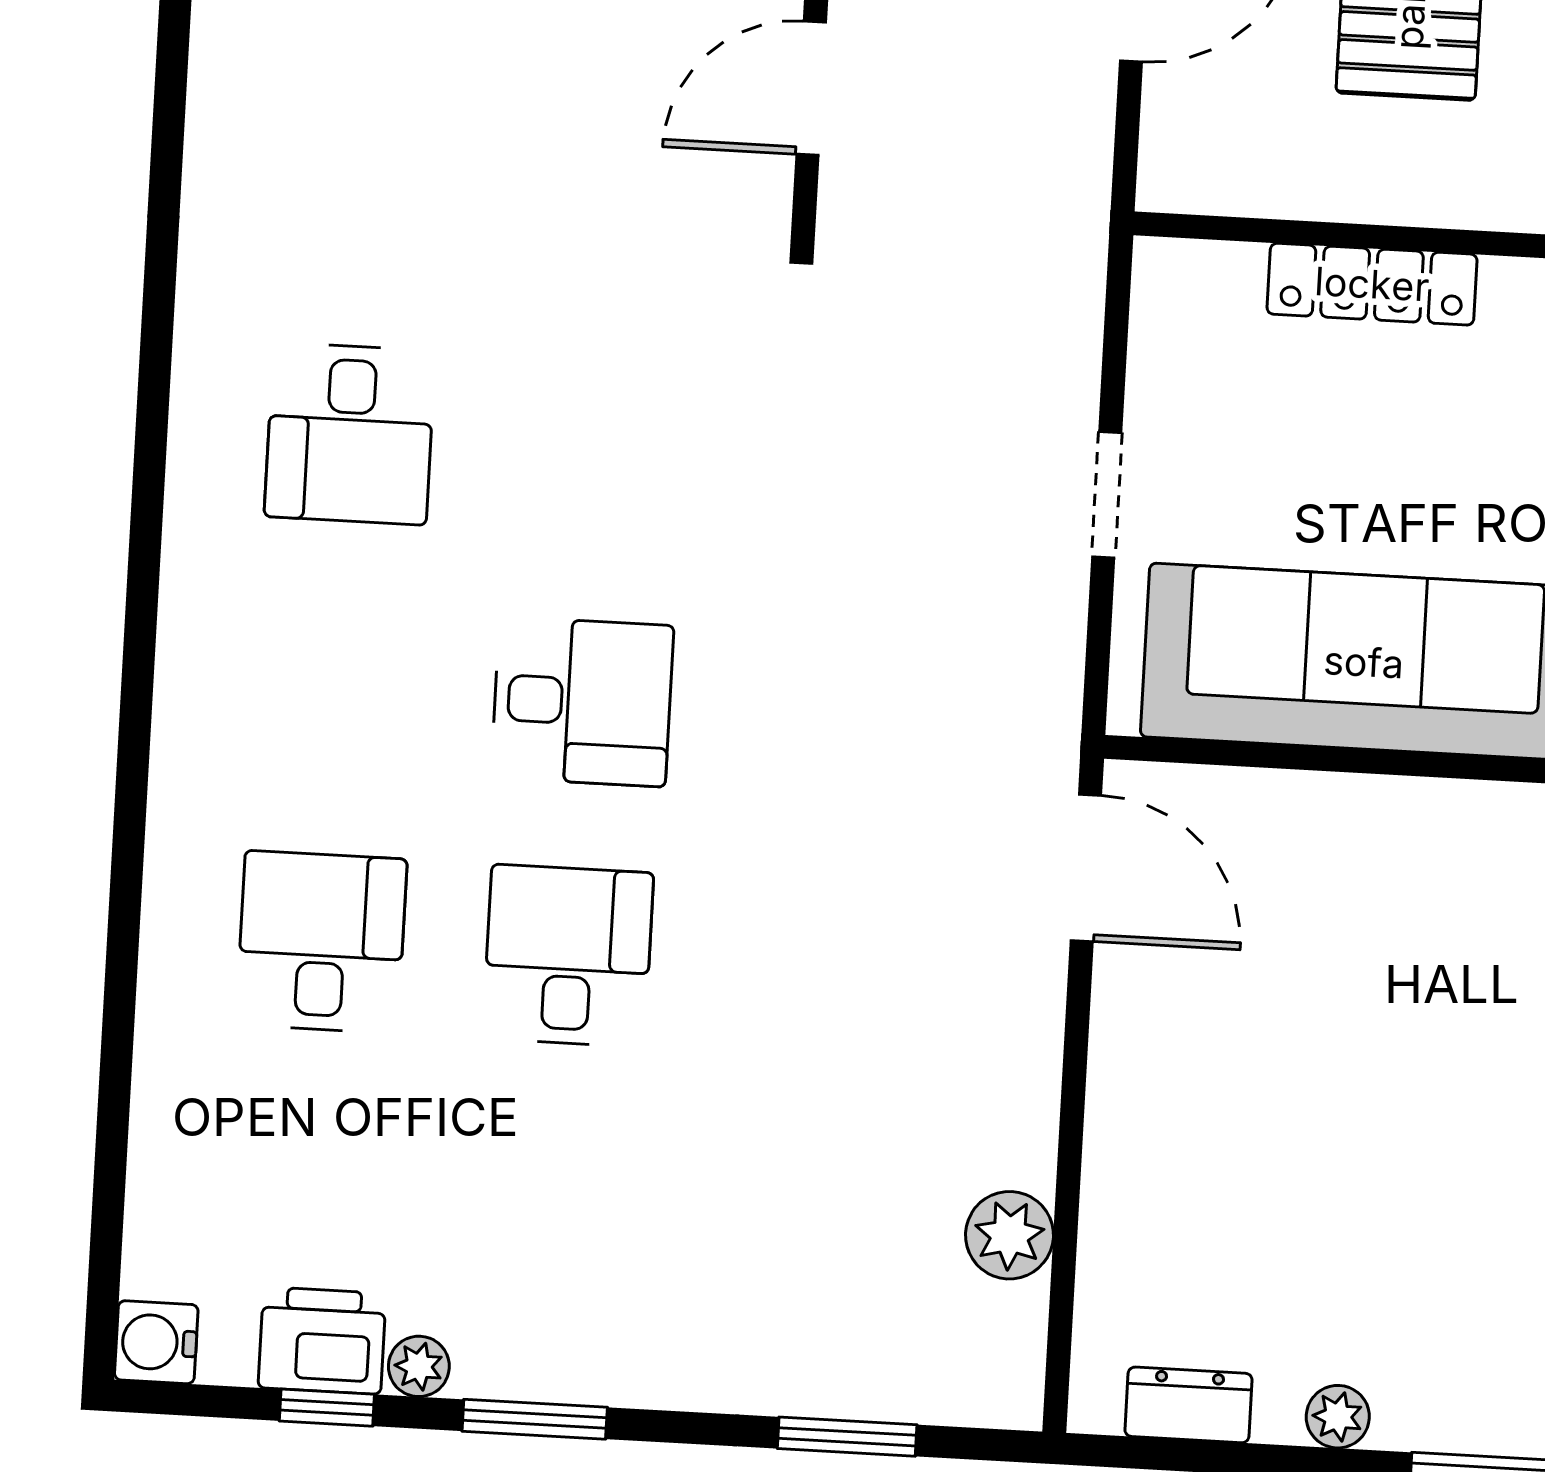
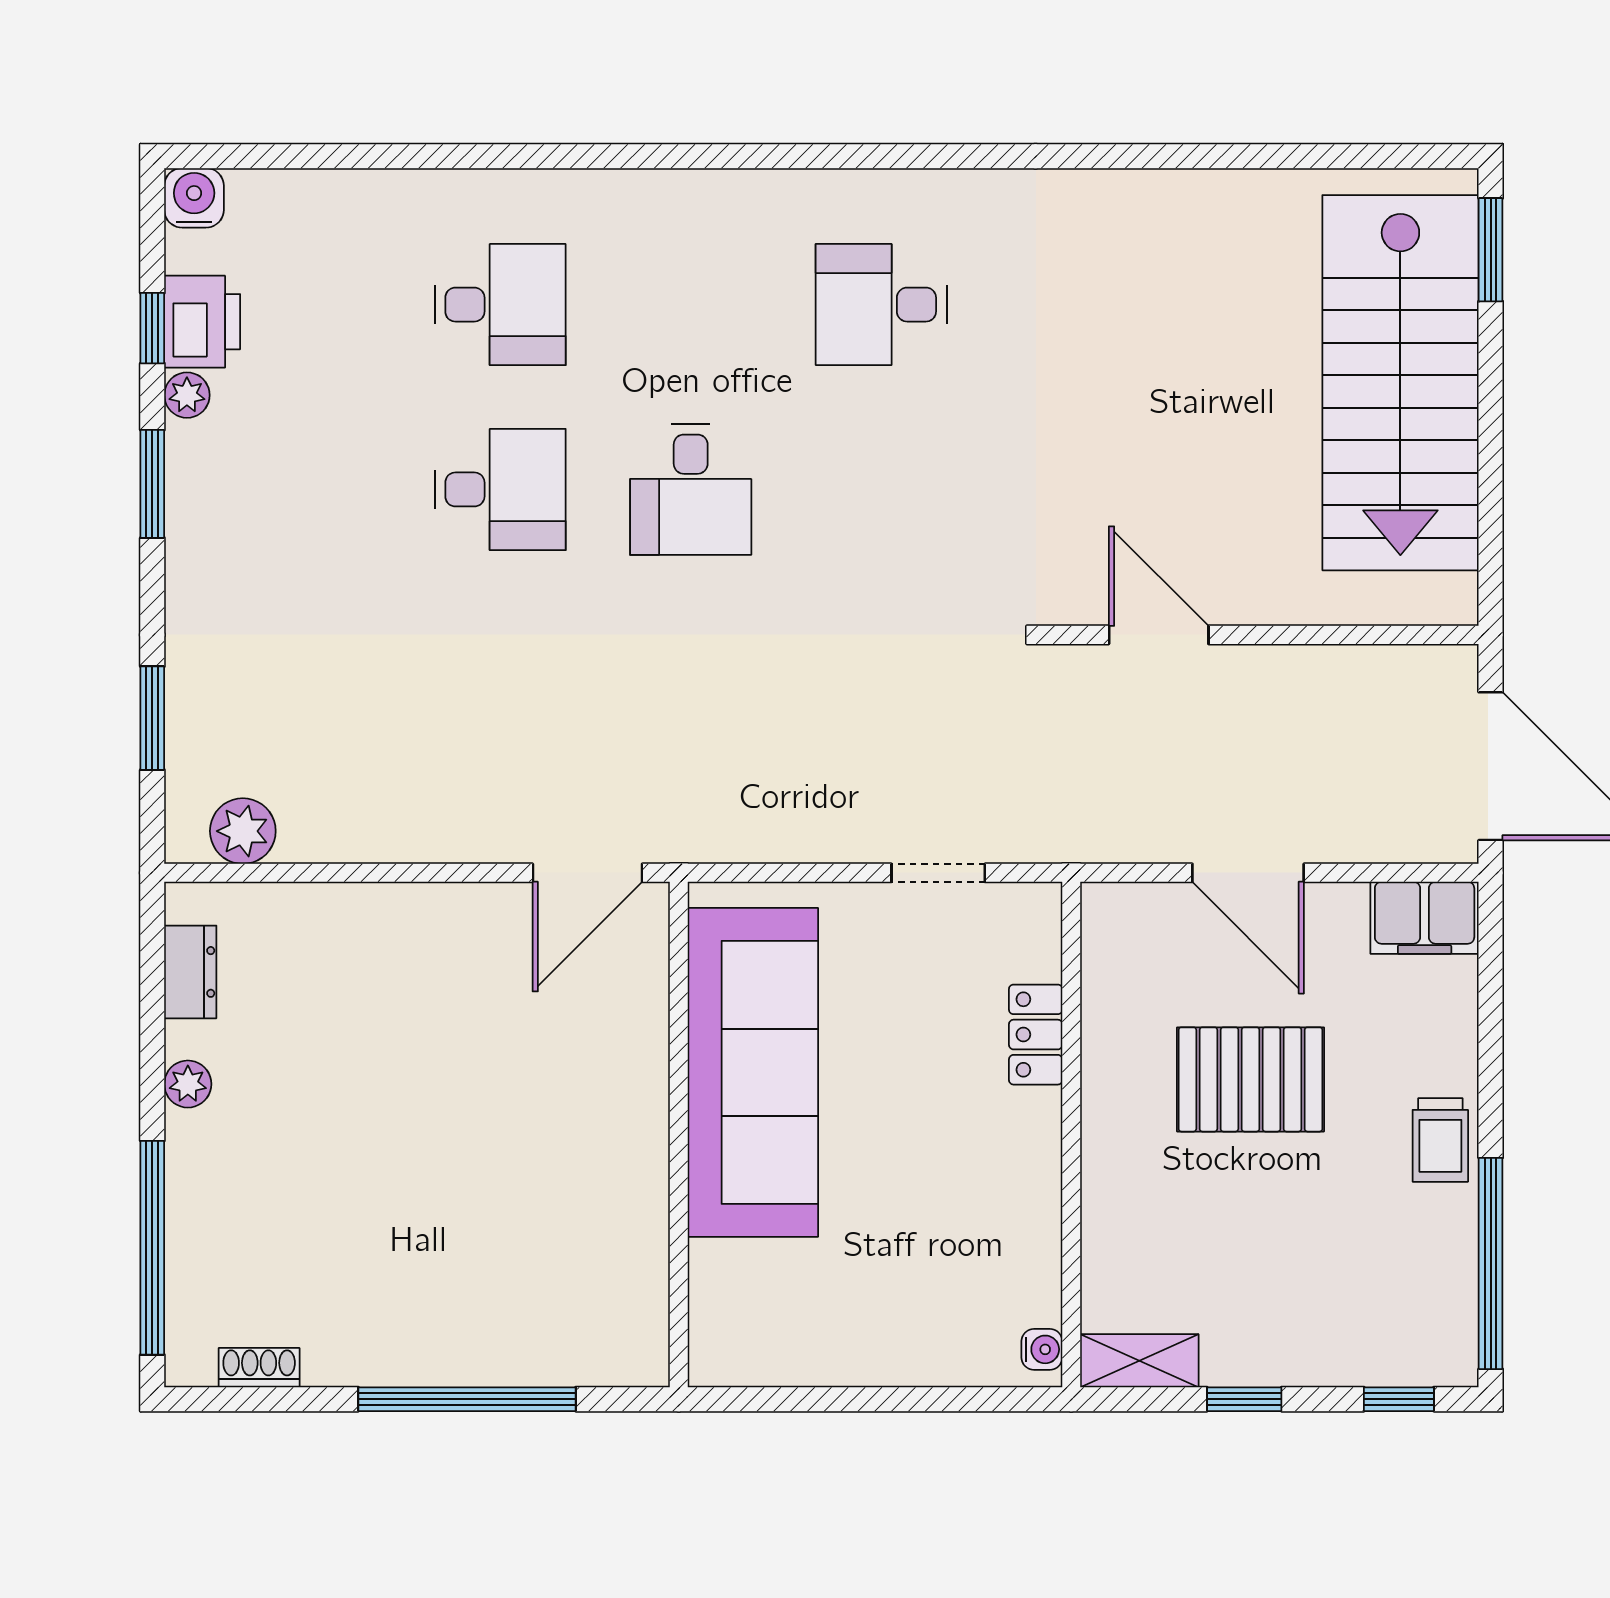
locker: (1372, 284) -> (1036, 1035), width x0.66
doorway: (1107, 495) -> (938, 873), moved
plant: (1009, 1235) -> (243, 831), moved

